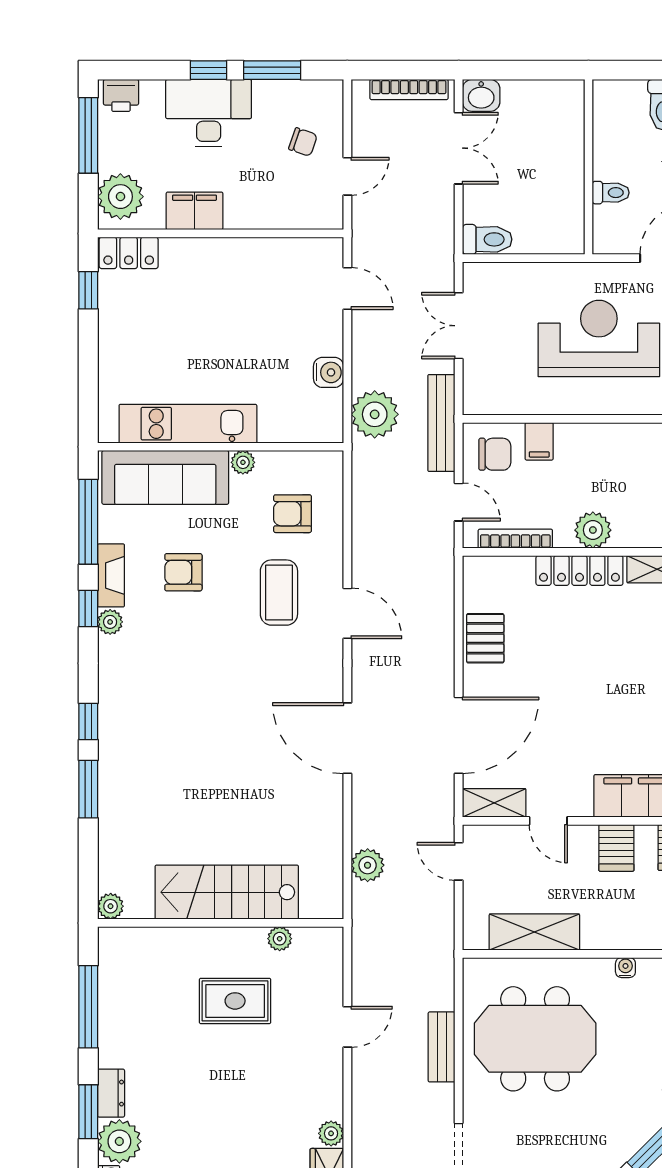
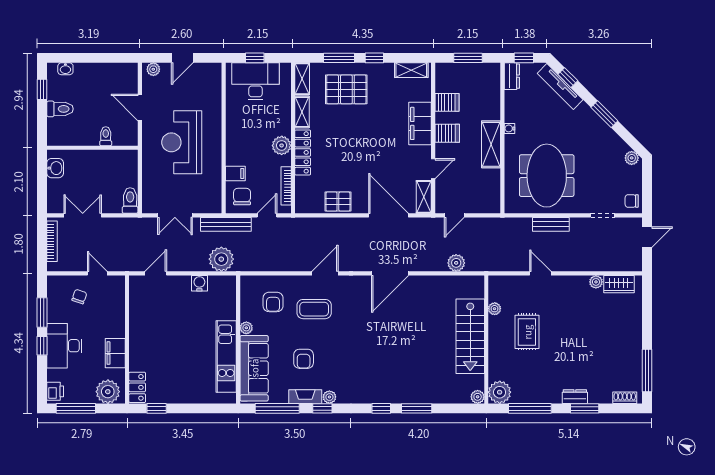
washbasin: (481, 95) -> (55, 168), moved
shelving: (534, 932) -> (491, 144), moved
plant: (119, 1141) -> (500, 392), moved

